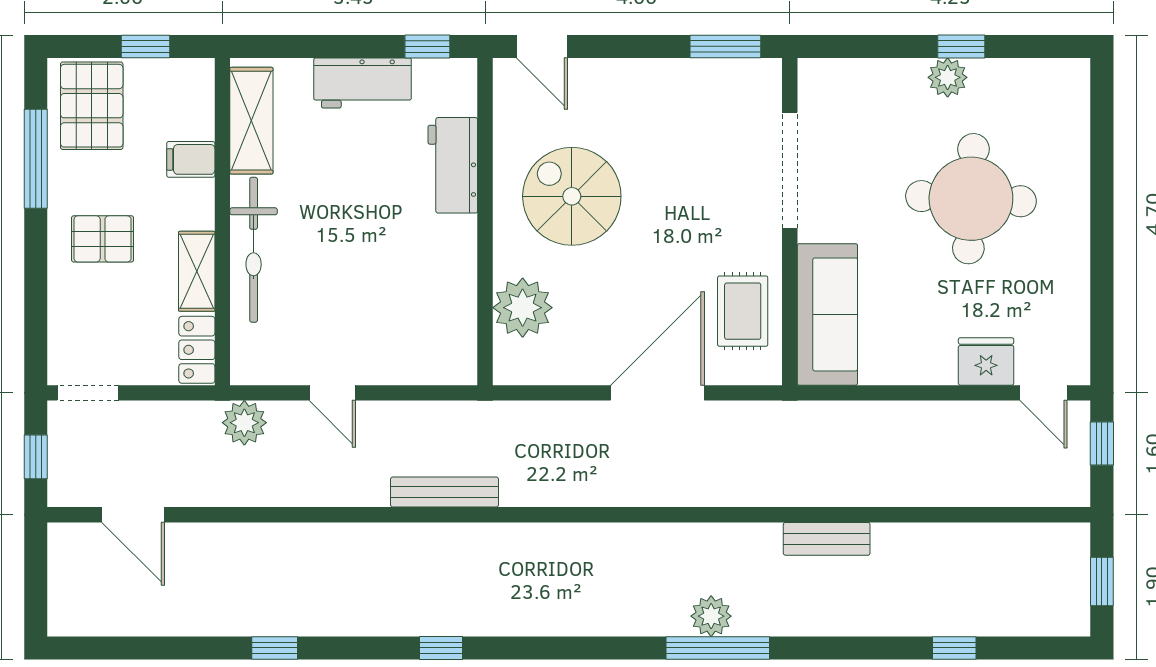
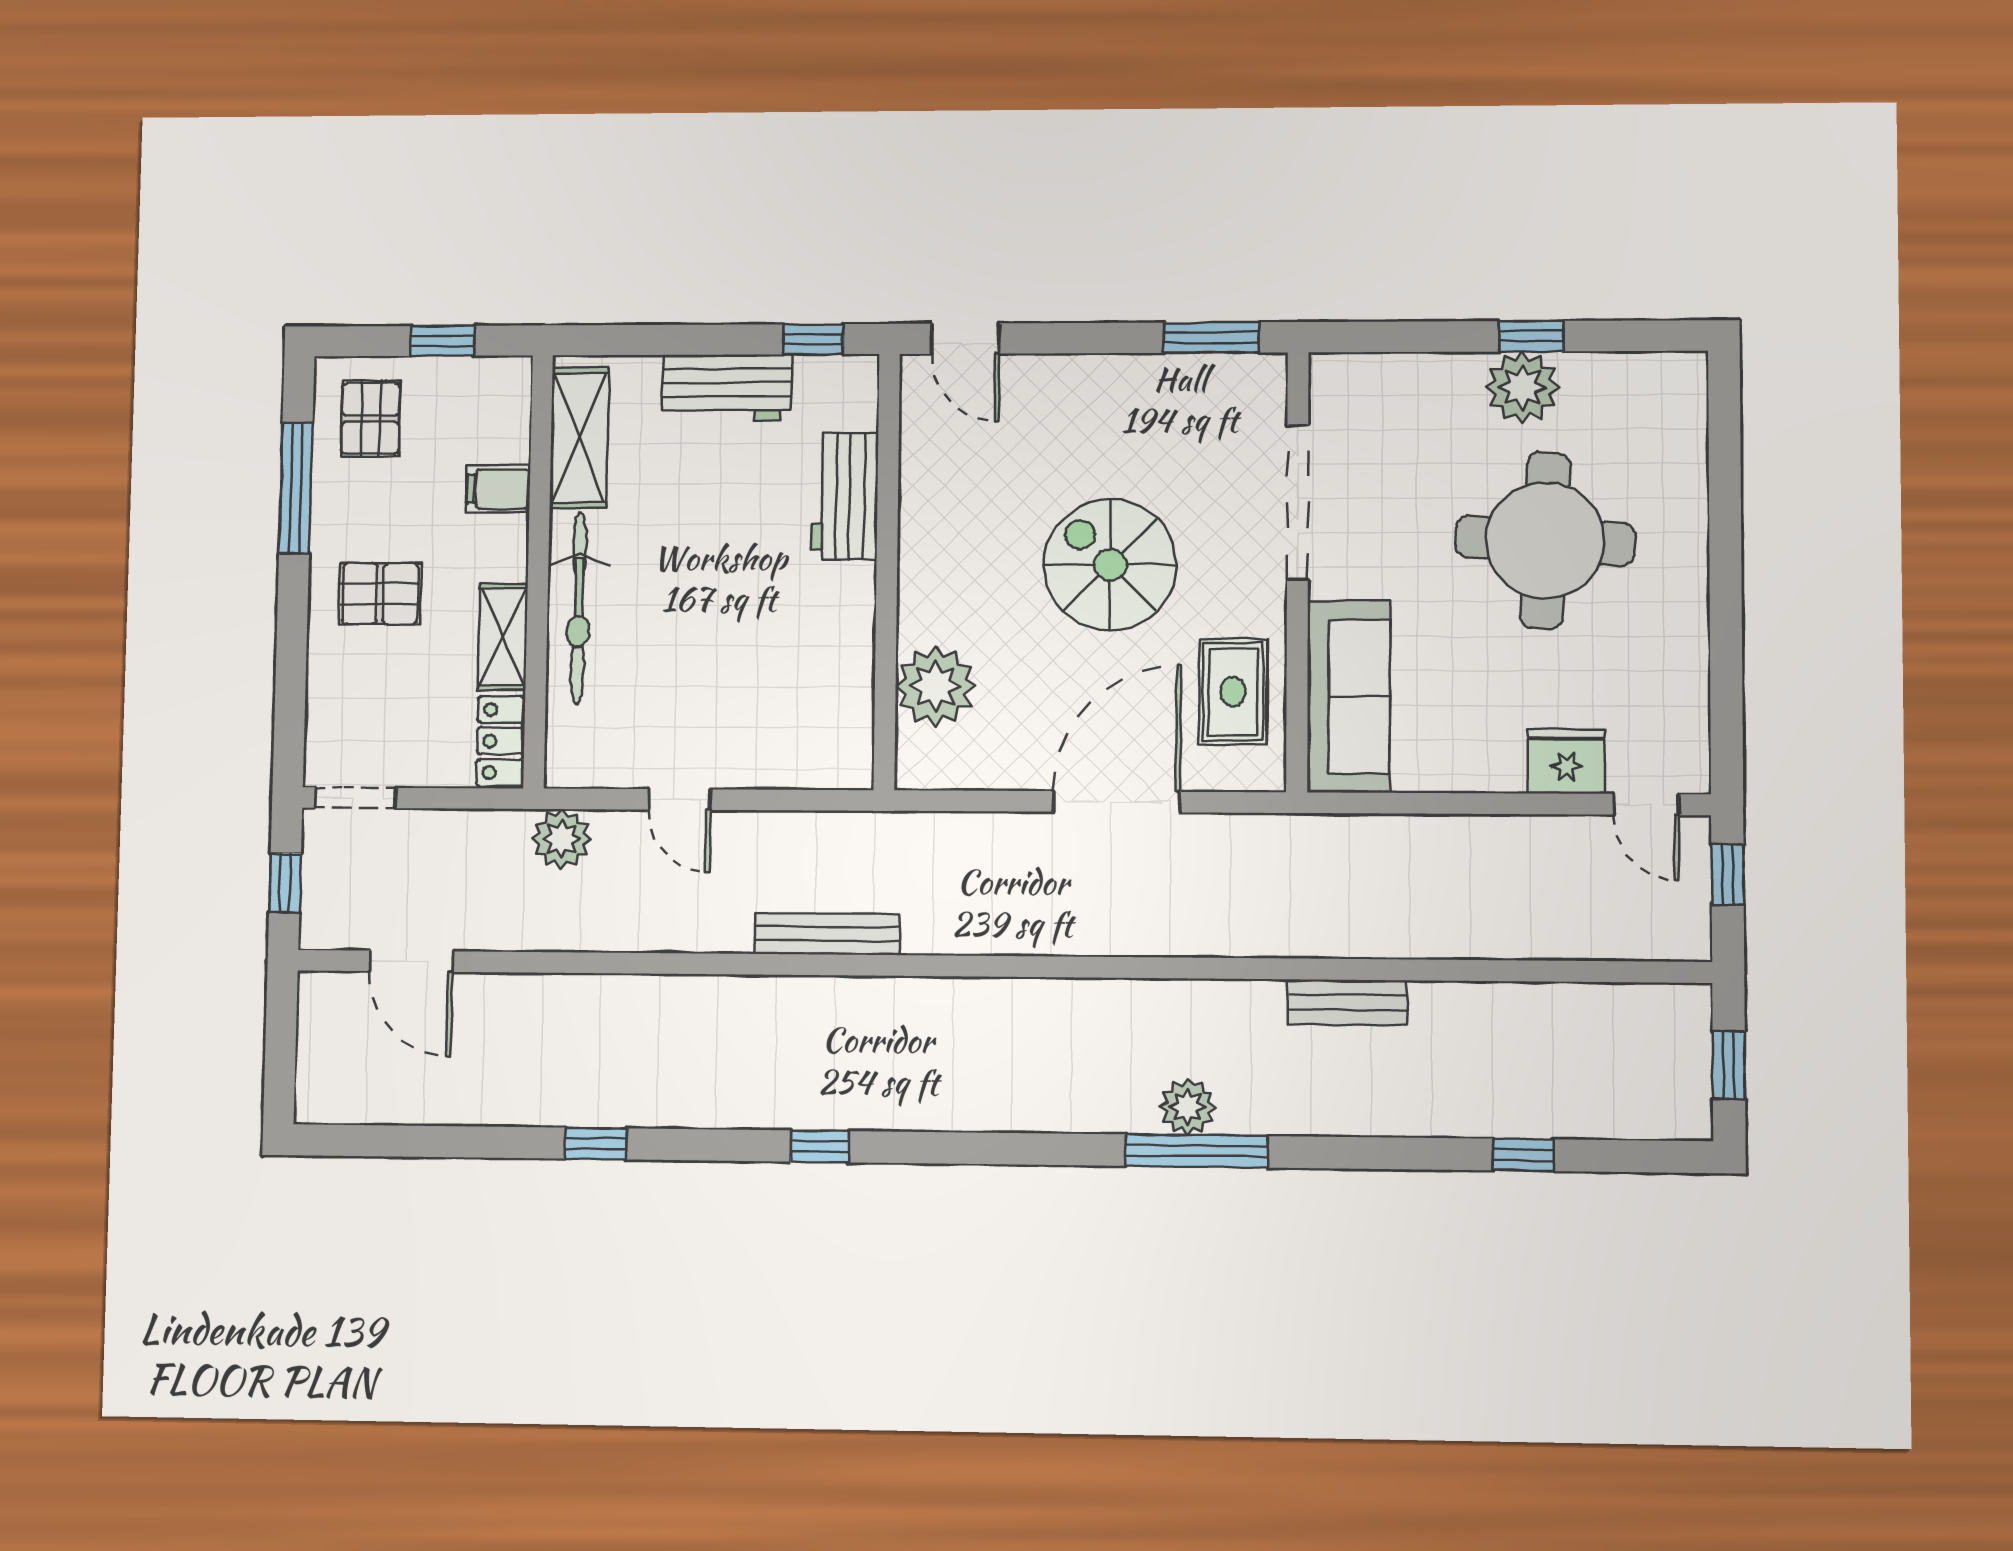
plant: (948, 77) -> (1522, 387), width x1.36, depth x1.36
pallet: (92, 106) -> (370, 419), width x0.67, depth x0.71
spiral stairs: (572, 196) -> (1110, 565), moved

